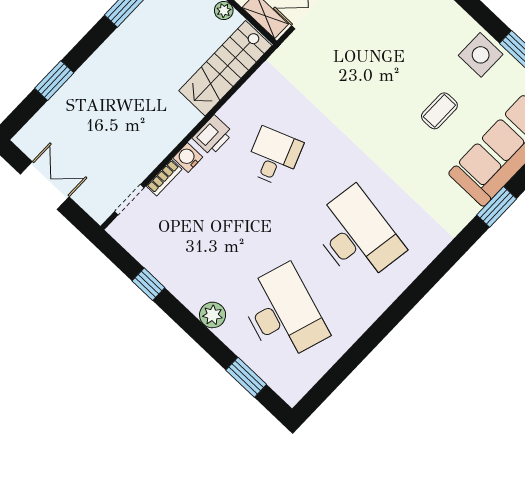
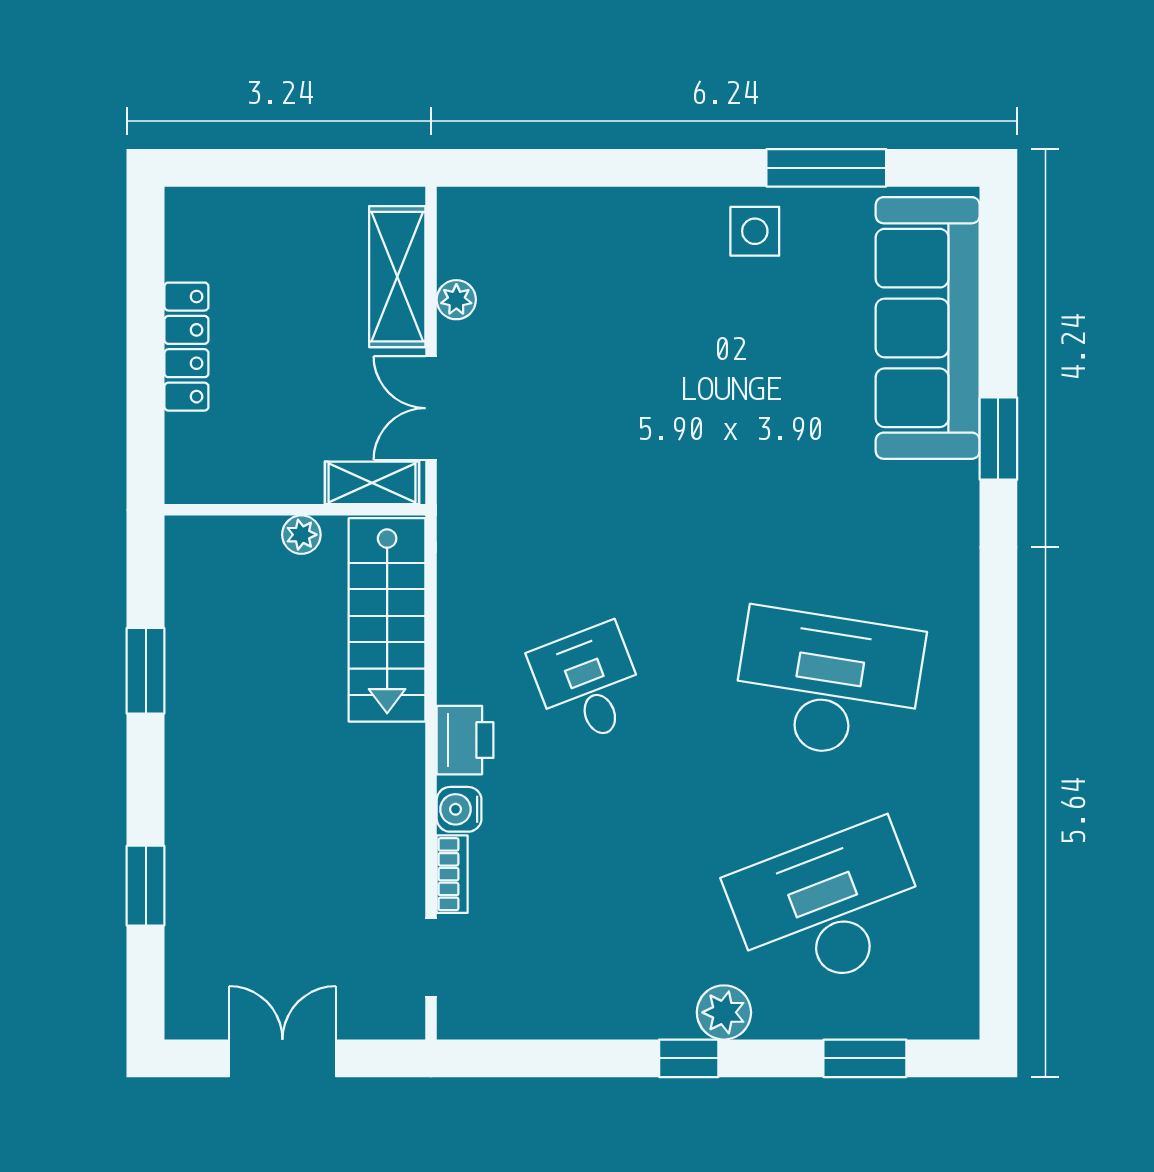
side table: (481, 55) -> (755, 231), width x0.73, depth x0.73
coffee table: (439, 111) -> (773, 376), removed
window: (148, 284) -> (689, 1058), moved
desk: (283, 313) -> (828, 908), turned -39

